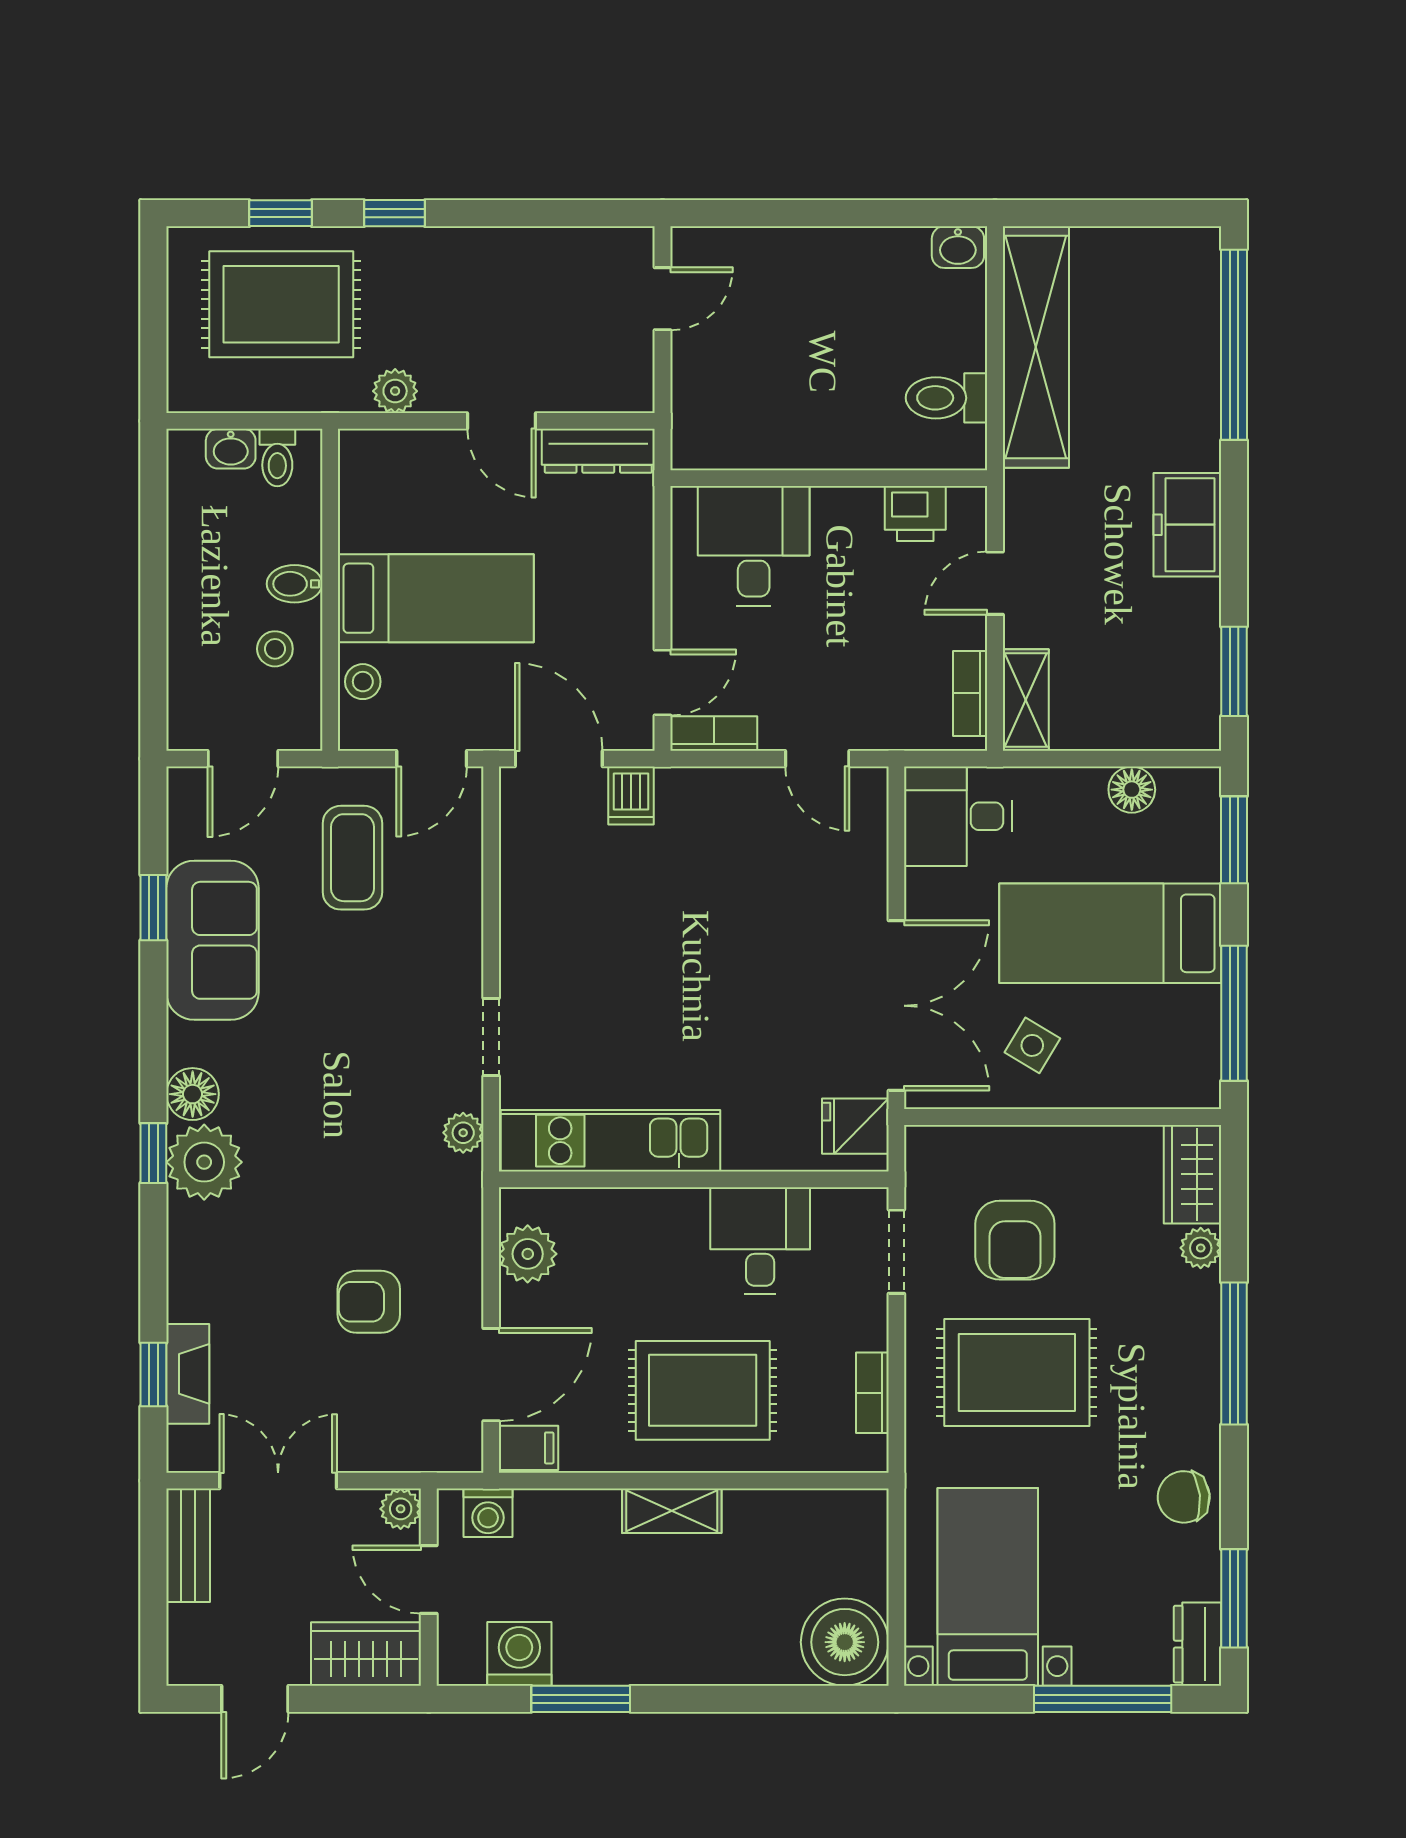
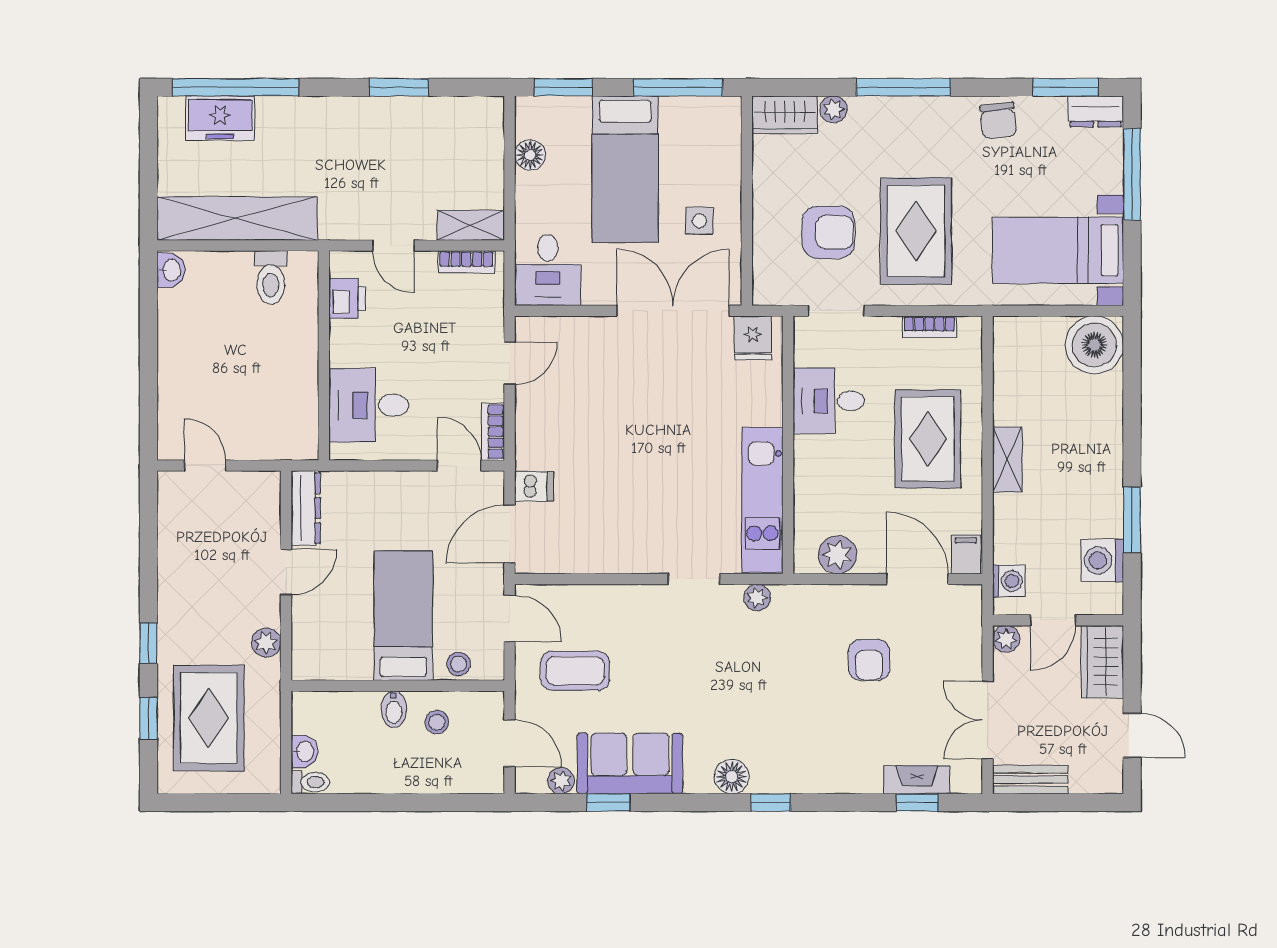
toilet: (277, 458) -> (310, 782), moved
freezer: (1187, 525) -> (220, 118), moved
window: (1234, 671) -> (399, 87), moved
side table: (1032, 1045) -> (699, 221), turned -31
plant: (204, 1162) -> (561, 781), moved, width x0.53, depth x0.53

